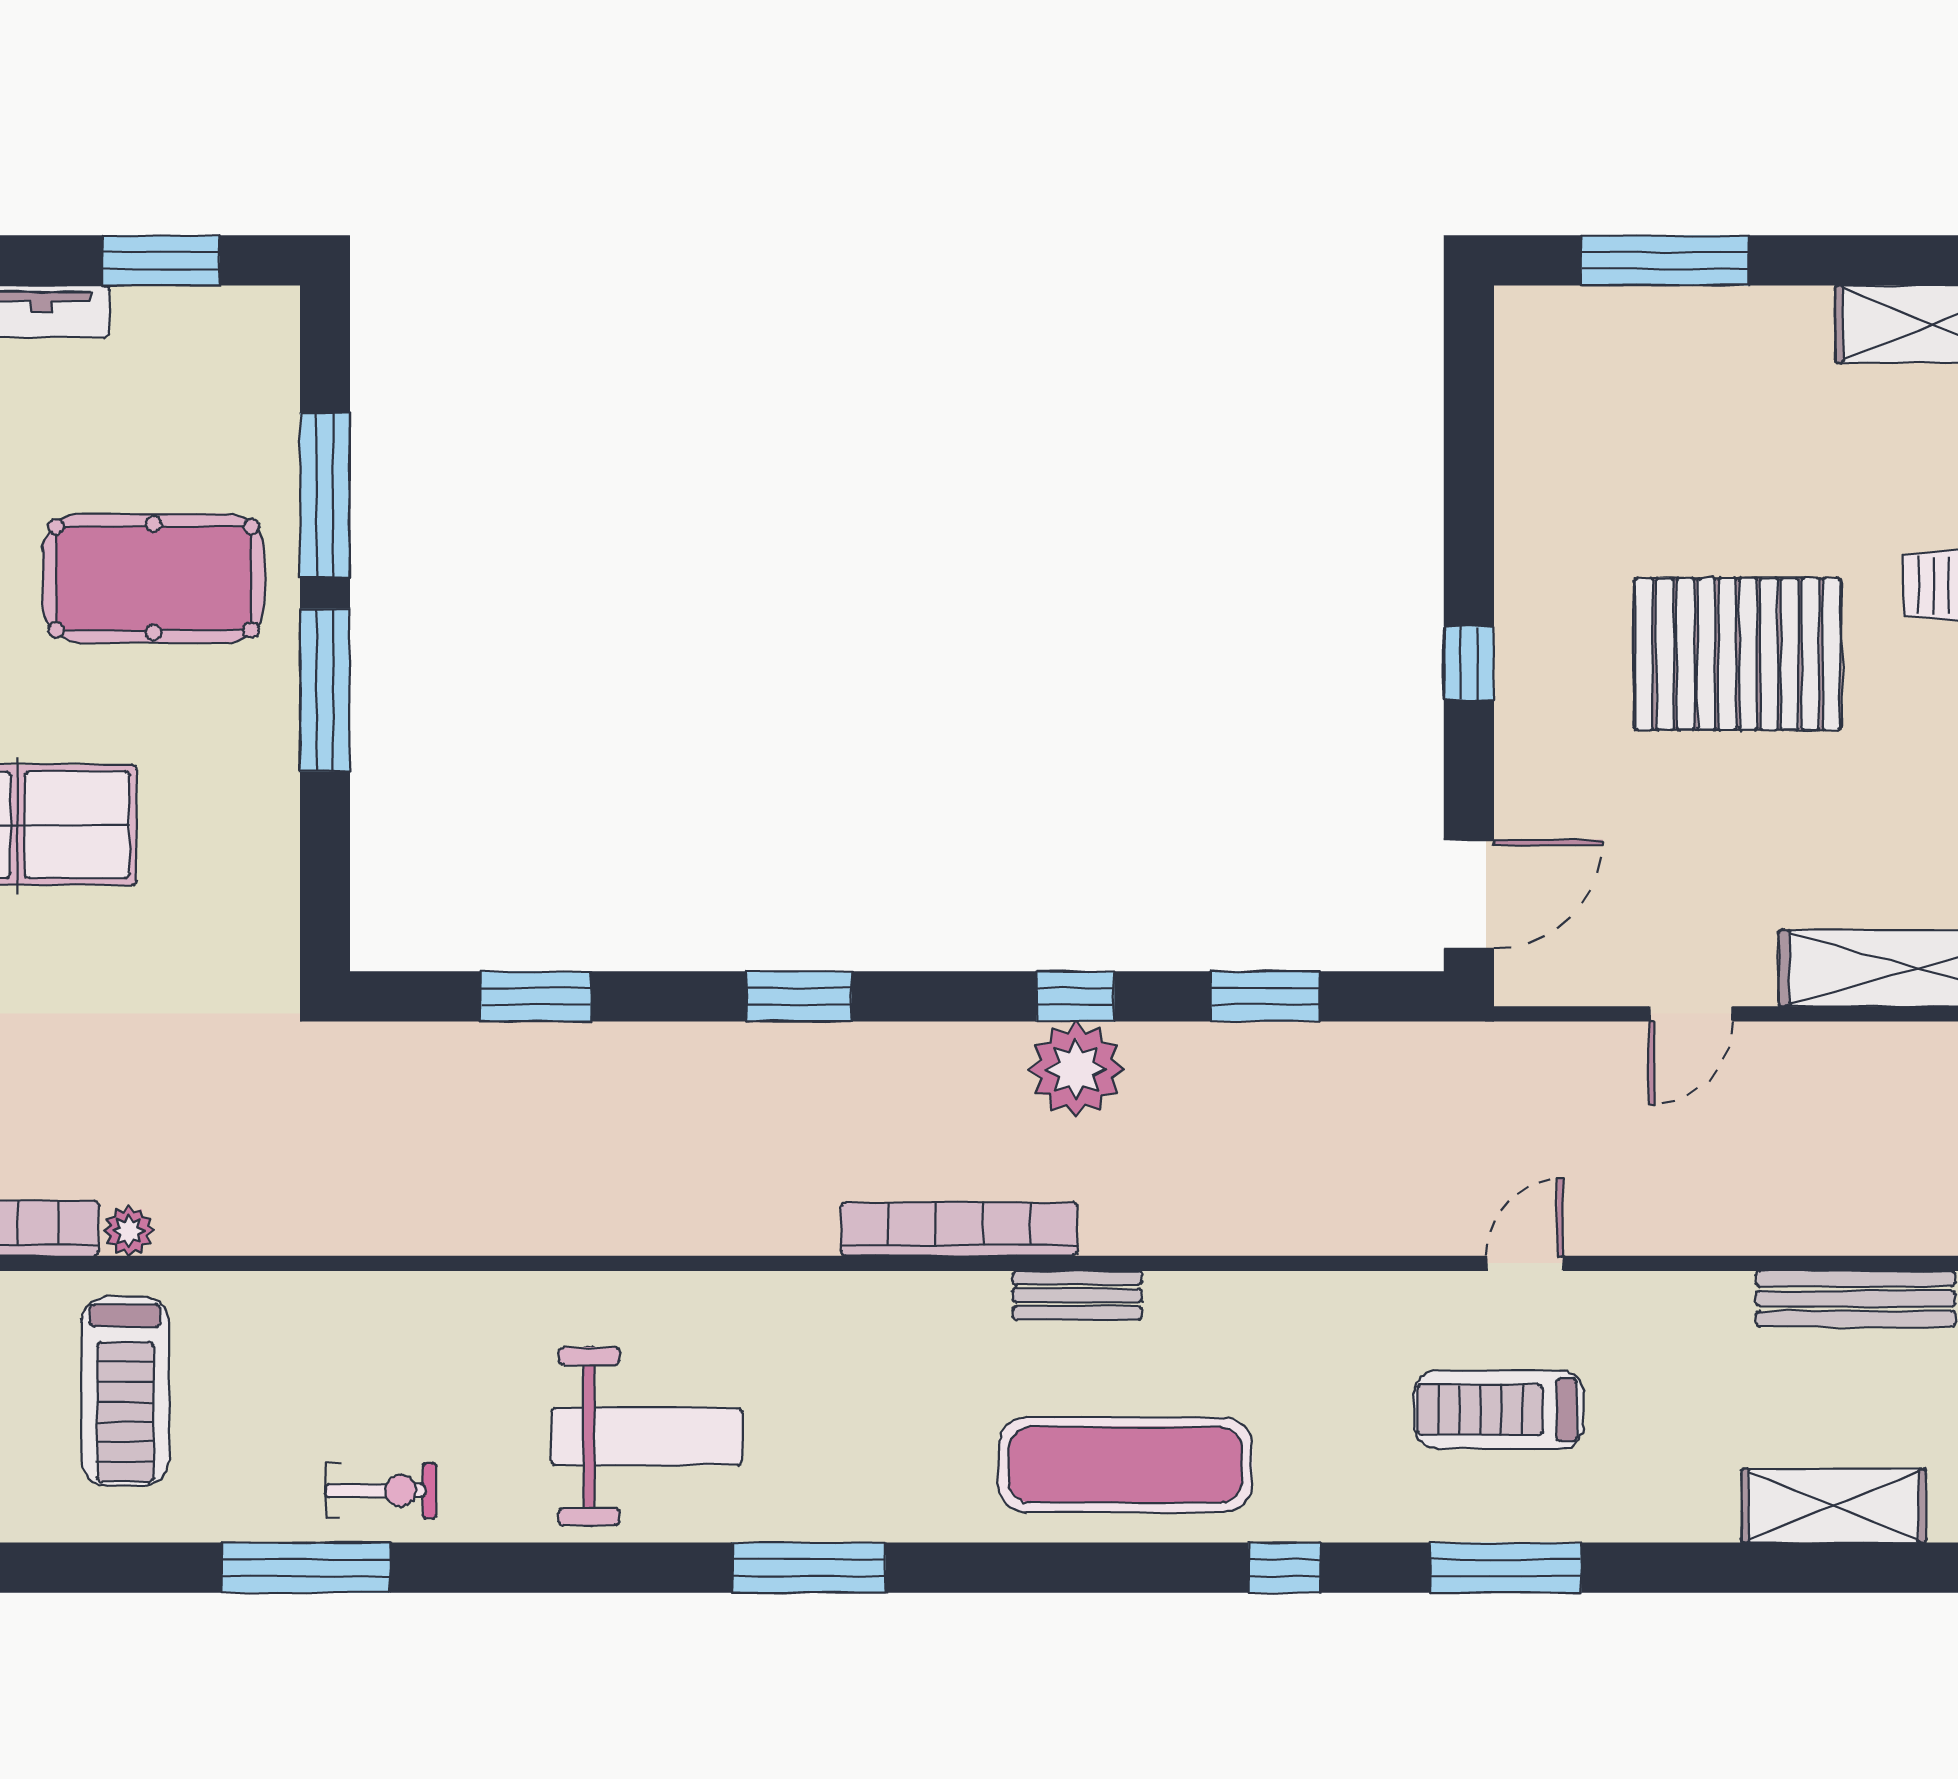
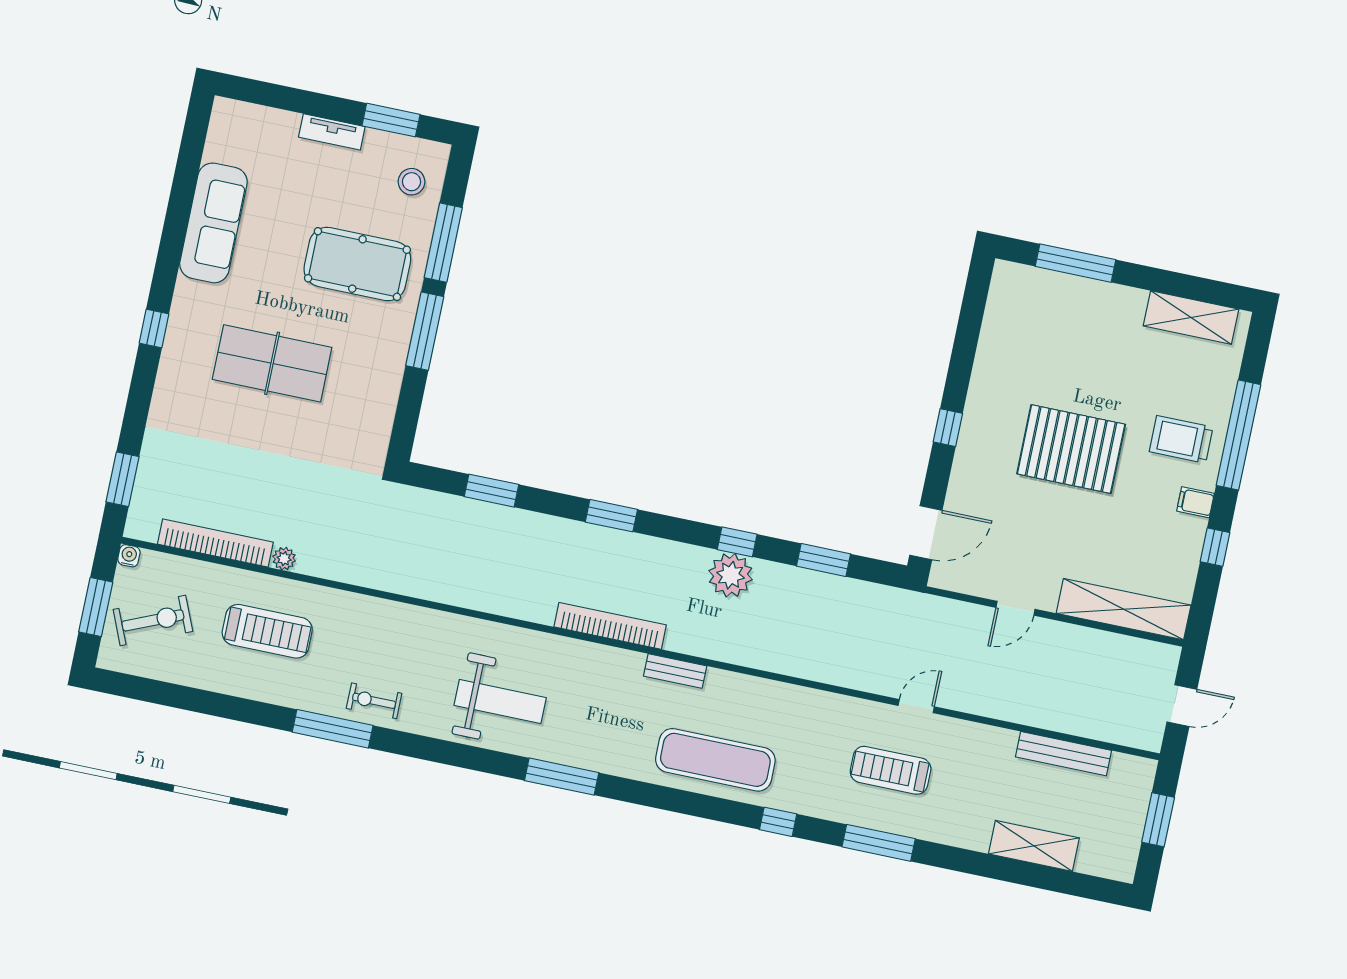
stool: (231, 381) -> (412, 182), added
bookcase: (959, 1229) -> (610, 626), moved
bench: (1077, 1295) -> (675, 671), moved
treadmill: (125, 1391) -> (267, 631), turned -90
exercise bike: (381, 1491) -> (374, 701), turned 180

